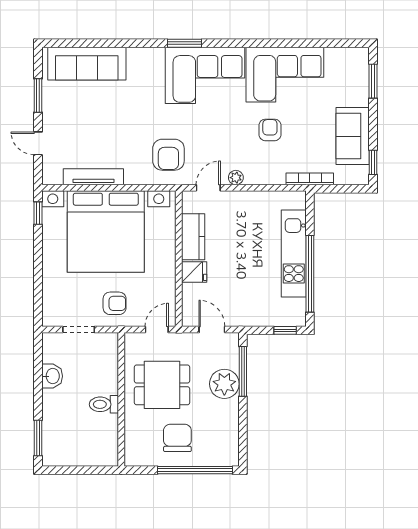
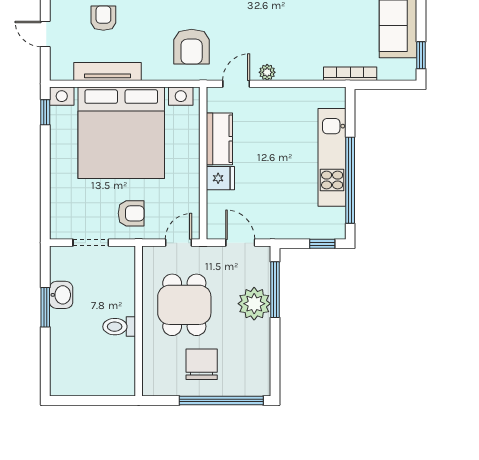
armchair: (270, 130) -> (103, 18), moved
dining table: (162, 385) -> (184, 305), turned 90
window: (38, 438) -> (45, 307), moved

